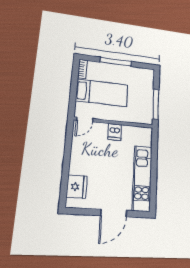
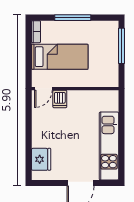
window: (156, 104) -> (121, 46), moved
dishwasher: (115, 132) -> (60, 99), moved

